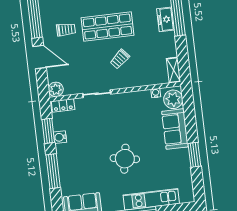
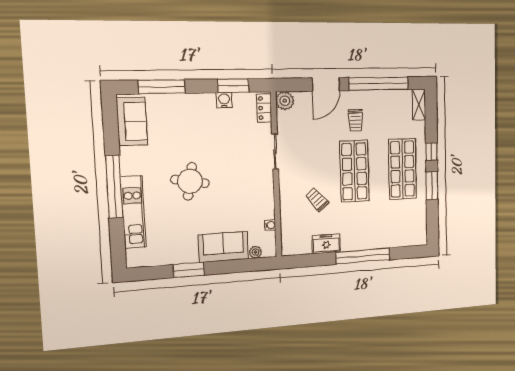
freezer: (165, 19) -> (326, 244), moved
trolley: (120, 59) -> (317, 199), moved
shelving: (174, 70) -> (296, 248), removed
plant: (173, 99) -> (255, 252), width x0.53, depth x0.53
window: (53, 171) -> (162, 87), moved

